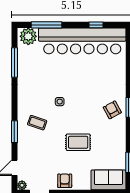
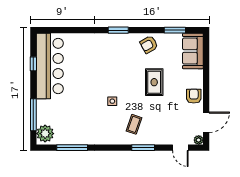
bar counter: (82, 41) -> (50, 66), width x0.73
armchair: (112, 110) -> (149, 45), moved
armchair: (65, 181) -> (194, 96), turned 90

